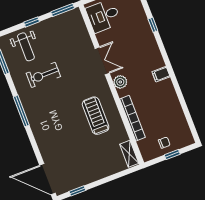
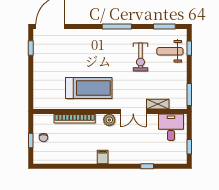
window: (32, 22) -> (189, 48), moved
exercise bike: (43, 75) -> (140, 57), turned 180
treadmill: (96, 116) -> (89, 88), width x1.37, depth x1.38
shelving: (129, 154) -> (158, 104), moved

